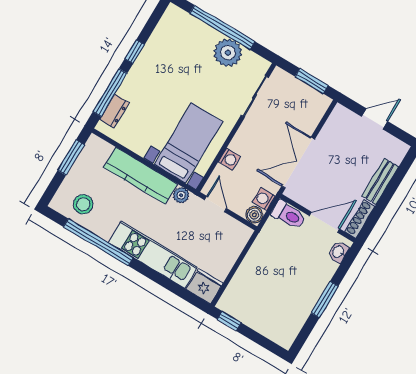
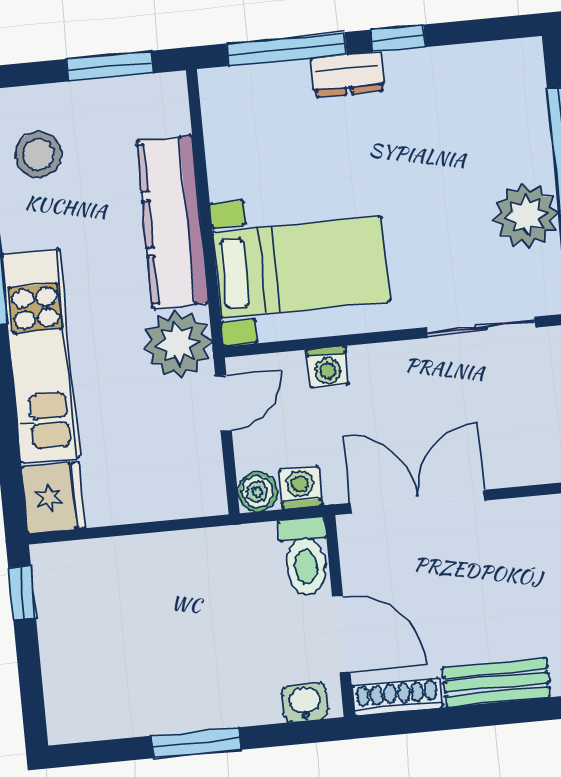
dresser: (114, 111) -> (348, 75), moved
plant: (181, 195) -> (178, 344), width x1.87, depth x1.87

